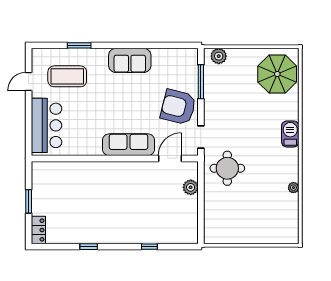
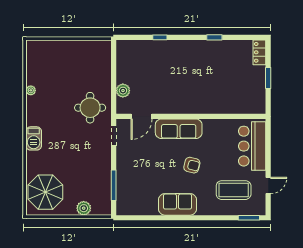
window: (79, 45) -> (249, 218), moved
plant: (219, 56) -> (84, 208), moved
armchair: (178, 107) -> (192, 165), moved, width x0.53, depth x0.53

